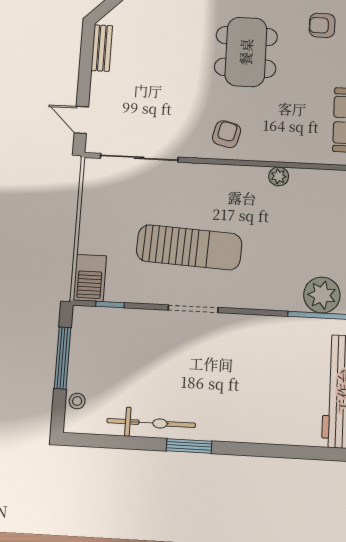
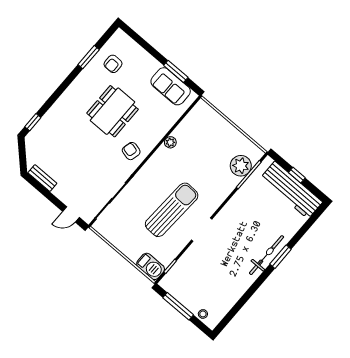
dining table: (246, 52) -> (112, 111), moved, turned 90
bicycle: (151, 423) -> (267, 255), moved
window: (189, 446) -> (280, 257), moved

